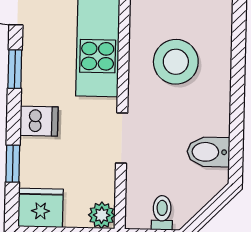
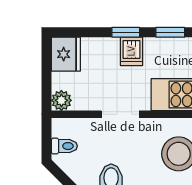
window: (13, 164) -> (126, 32), moved

